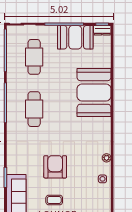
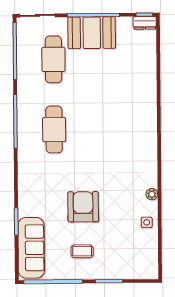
booth: (75, 37) -> (92, 33), moved
booth: (94, 92) -> (134, 106), removed

